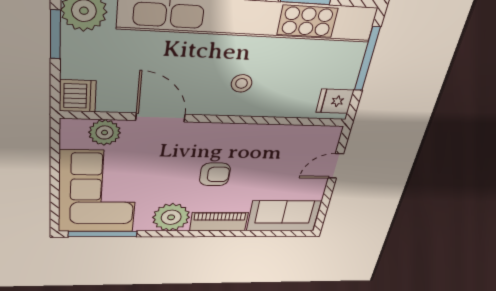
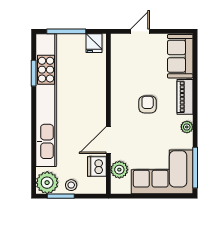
stool: (242, 83) -> (71, 185), moved
dishwasher: (78, 96) -> (97, 166), moved, turned -90
door: (336, 166) -> (140, 31), swing flipped
plant: (171, 217) -> (187, 127), width x0.53, depth x0.53

